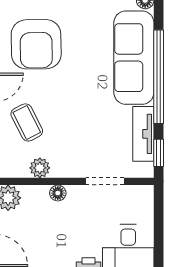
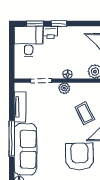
window: (159, 77) -> (12, 139), width x0.68
window: (159, 153) -> (12, 96), removed
plant: (40, 168) -> (64, 88), moved

